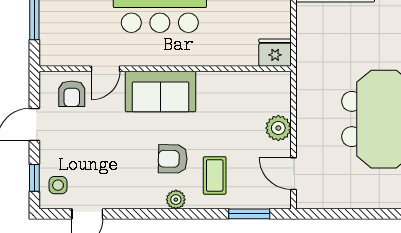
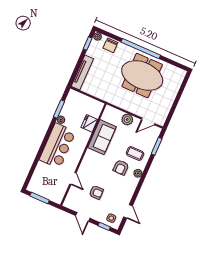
fridge: (275, 53) -> (89, 123), moved
sofa: (161, 92) -> (102, 137), moved
armchair: (72, 94) -> (96, 192), moved

